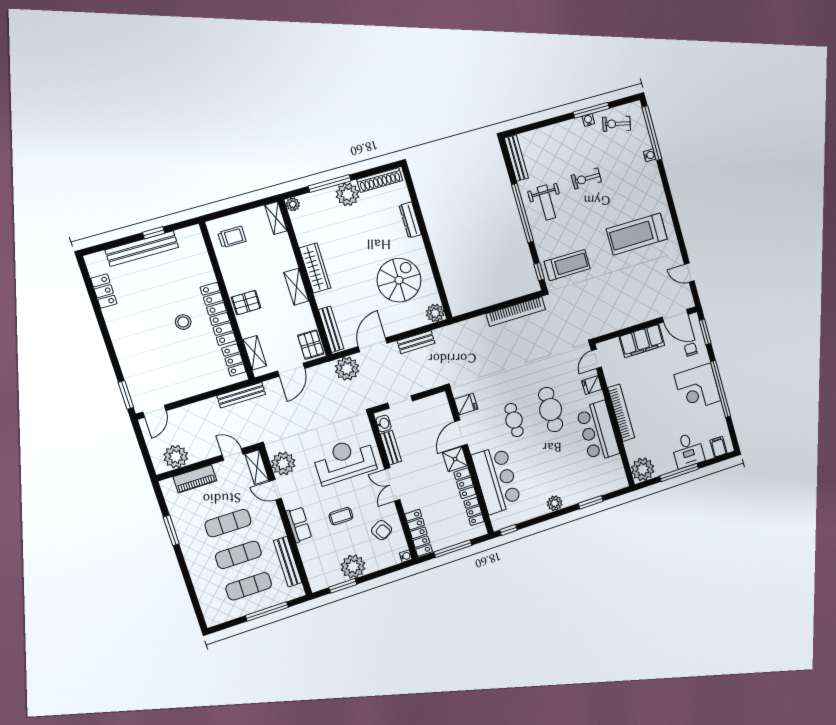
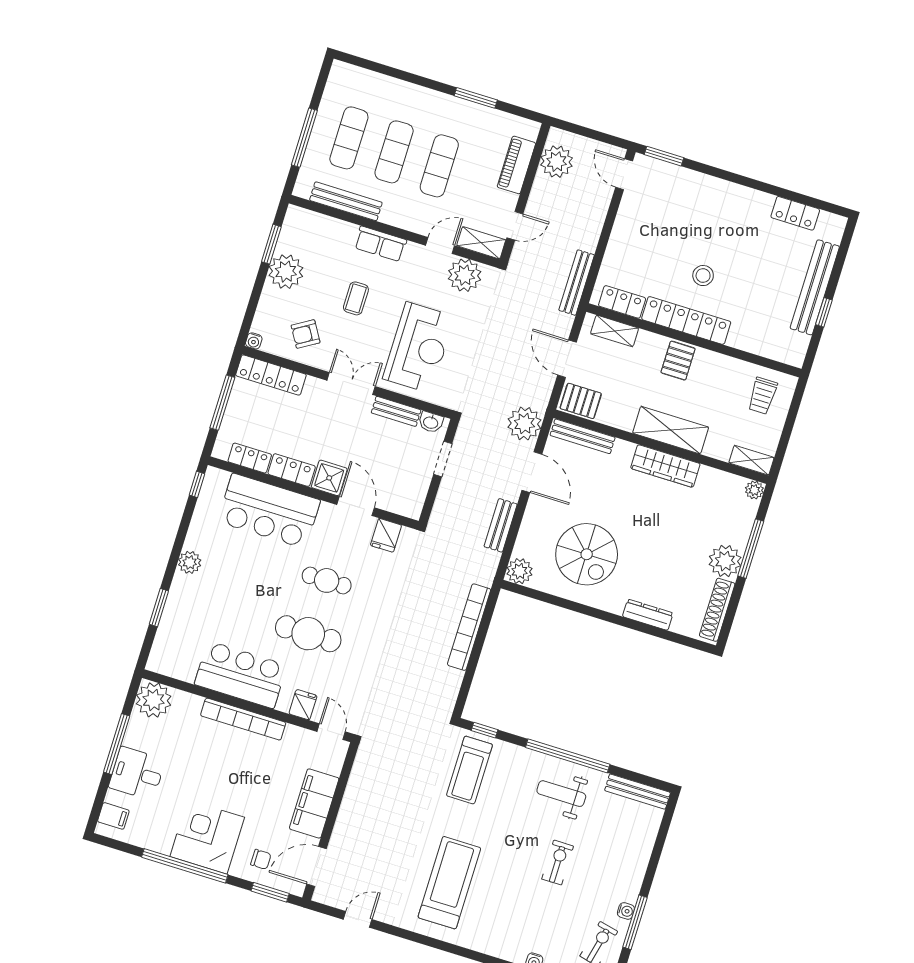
shelving: (296, 287) -> (671, 430), width x1.50, depth x1.33
bookcase: (516, 312) -> (469, 627), moved

